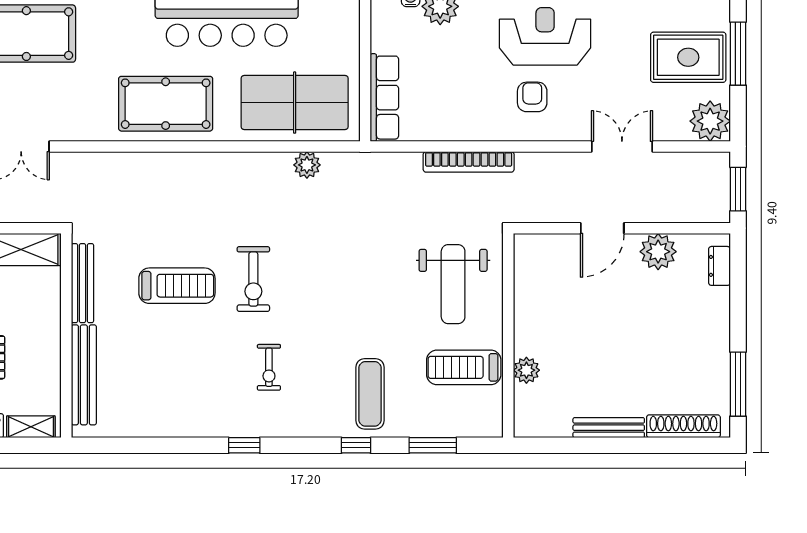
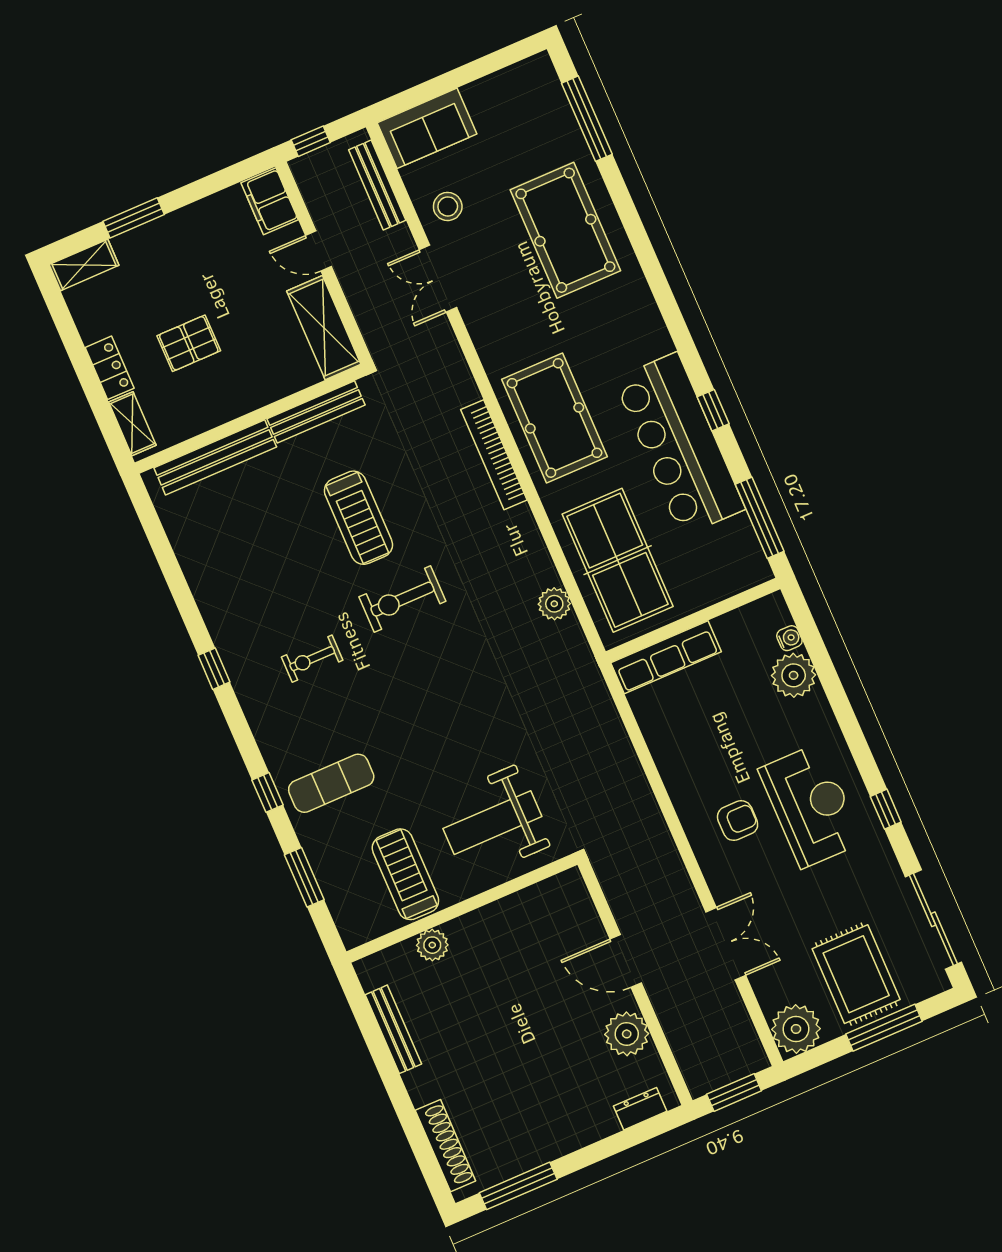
bookcase: (469, 162) -> (494, 455), moved
bench: (609, 428) -> (393, 1029), moved

